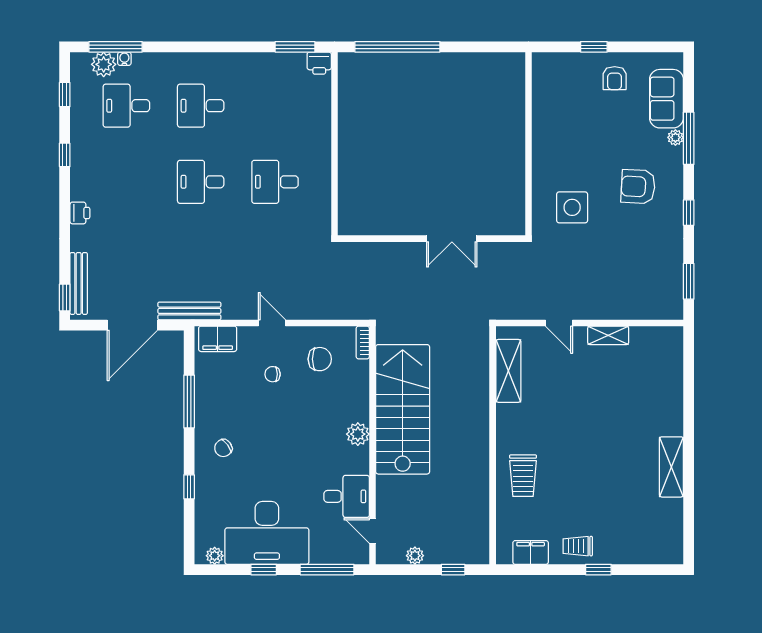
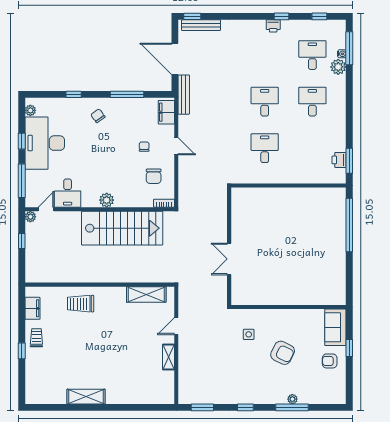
printer: (319, 63) -> (339, 160), moved
plant: (104, 64) -> (338, 67), moved
sofa: (666, 99) -> (335, 327), moved, turned -90
armchair: (638, 187) -> (283, 353), moved, turned 113
side table: (572, 207) -> (249, 334), width x0.54, depth x0.54
printer: (80, 213) -> (273, 26), moved
door: (272, 323) -> (176, 146), hinge flipped
plant: (415, 556) -> (30, 217), moved
window: (453, 570) -> (22, 241), moved

